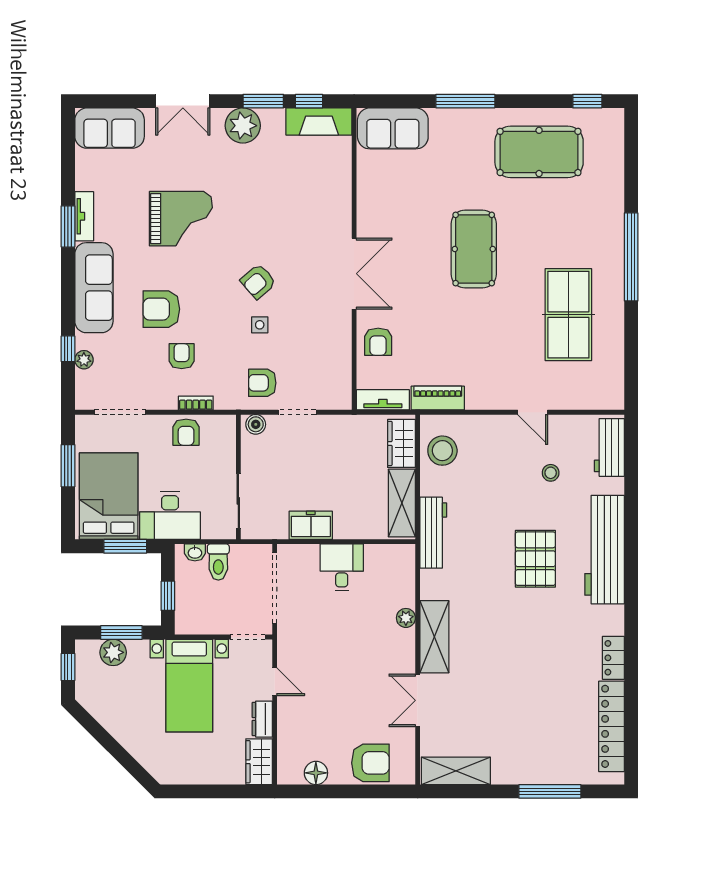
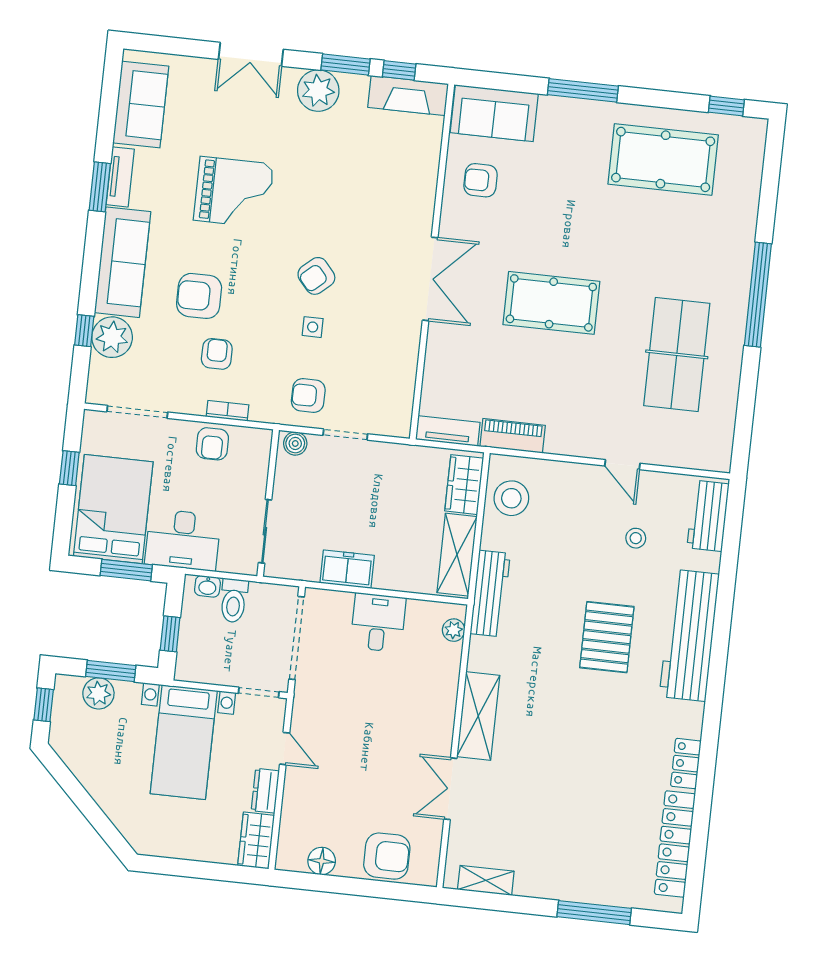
sofa: (110, 128) -> (141, 105), moved, turned -90
pool table: (474, 249) -> (551, 303), moved, turned 90
armchair: (378, 342) -> (481, 180), moved, turned 90
plant: (84, 360) -> (112, 337), width x1.88, depth x1.88
window: (68, 466) -> (69, 468), width x0.67
plant: (406, 618) -> (454, 630), moved
shelving: (456, 771) -> (486, 880), width x0.67, depth x0.75

